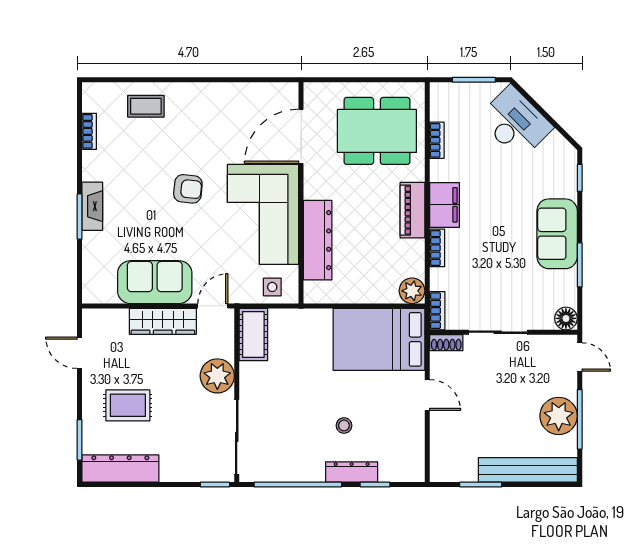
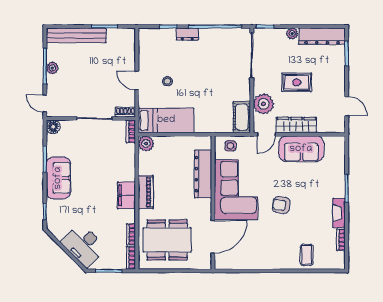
coffee table: (146, 106) -> (307, 255), turned 90
fireplace: (92, 206) -> (339, 213), moved
bookcase: (437, 248) -> (131, 258), moved
bed: (379, 339) -> (166, 120), width x0.67
plant: (217, 376) -> (264, 104), moved
rug: (128, 405) -> (297, 82), moved
plant: (559, 416) -> (52, 68), width x0.53, depth x0.53
stool: (344, 425) -> (167, 81), moved
dresser: (352, 472) -> (187, 34), width x0.70
plant: (170, 473) -> (292, 33), added

